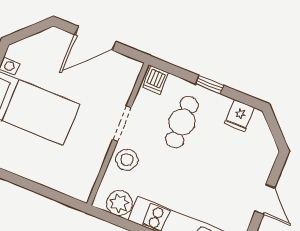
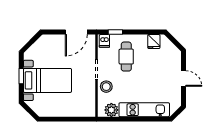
door: (95, 38) -> (76, 32), moved
window: (210, 85) -> (115, 32), moved

